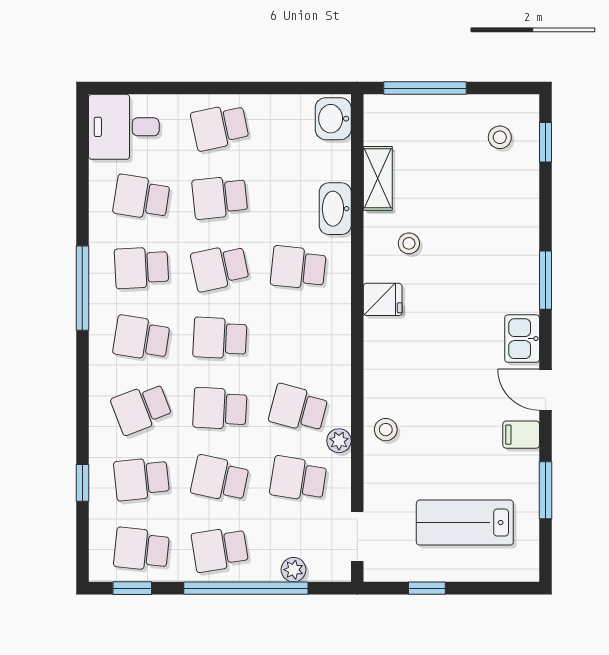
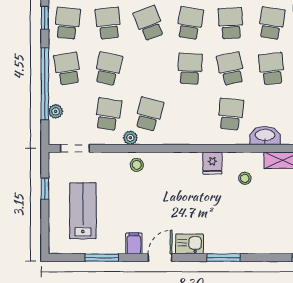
school desk: (220, 408) -> (149, 69), removed

